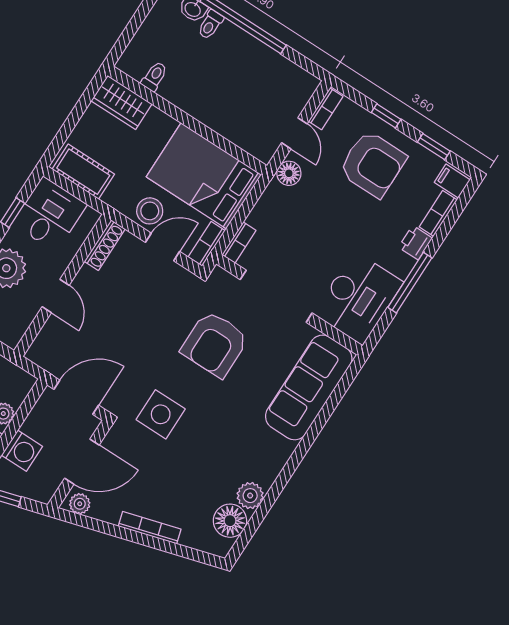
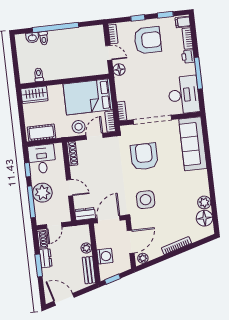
armchair: (215, 344) -> (144, 157), turned 180
dresser: (46, 358) -> (85, 214), added

